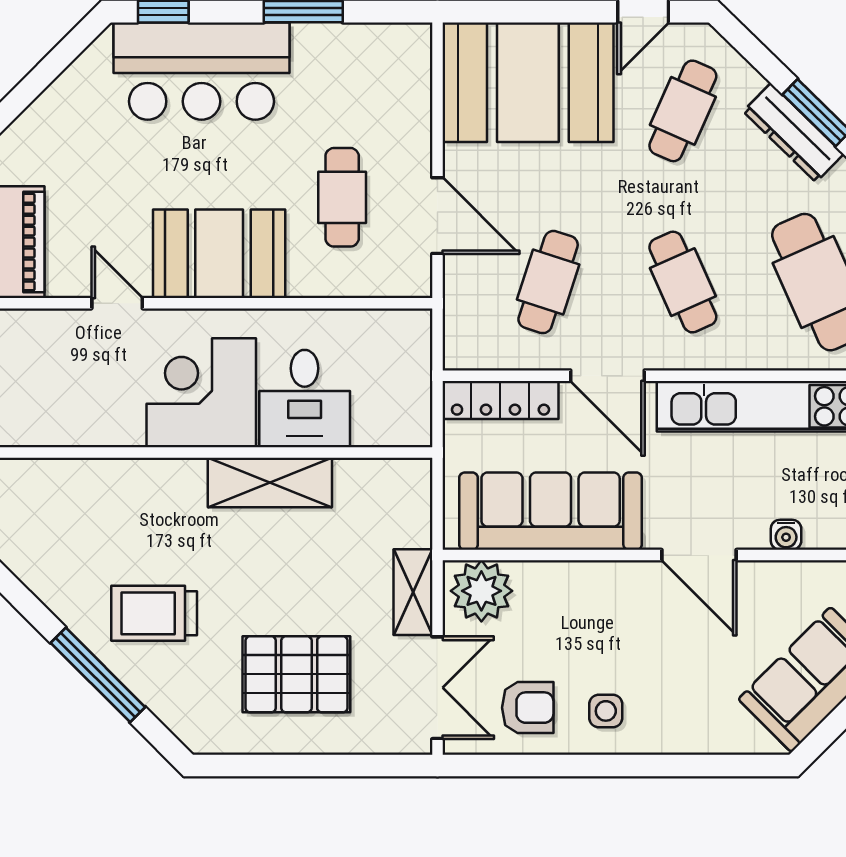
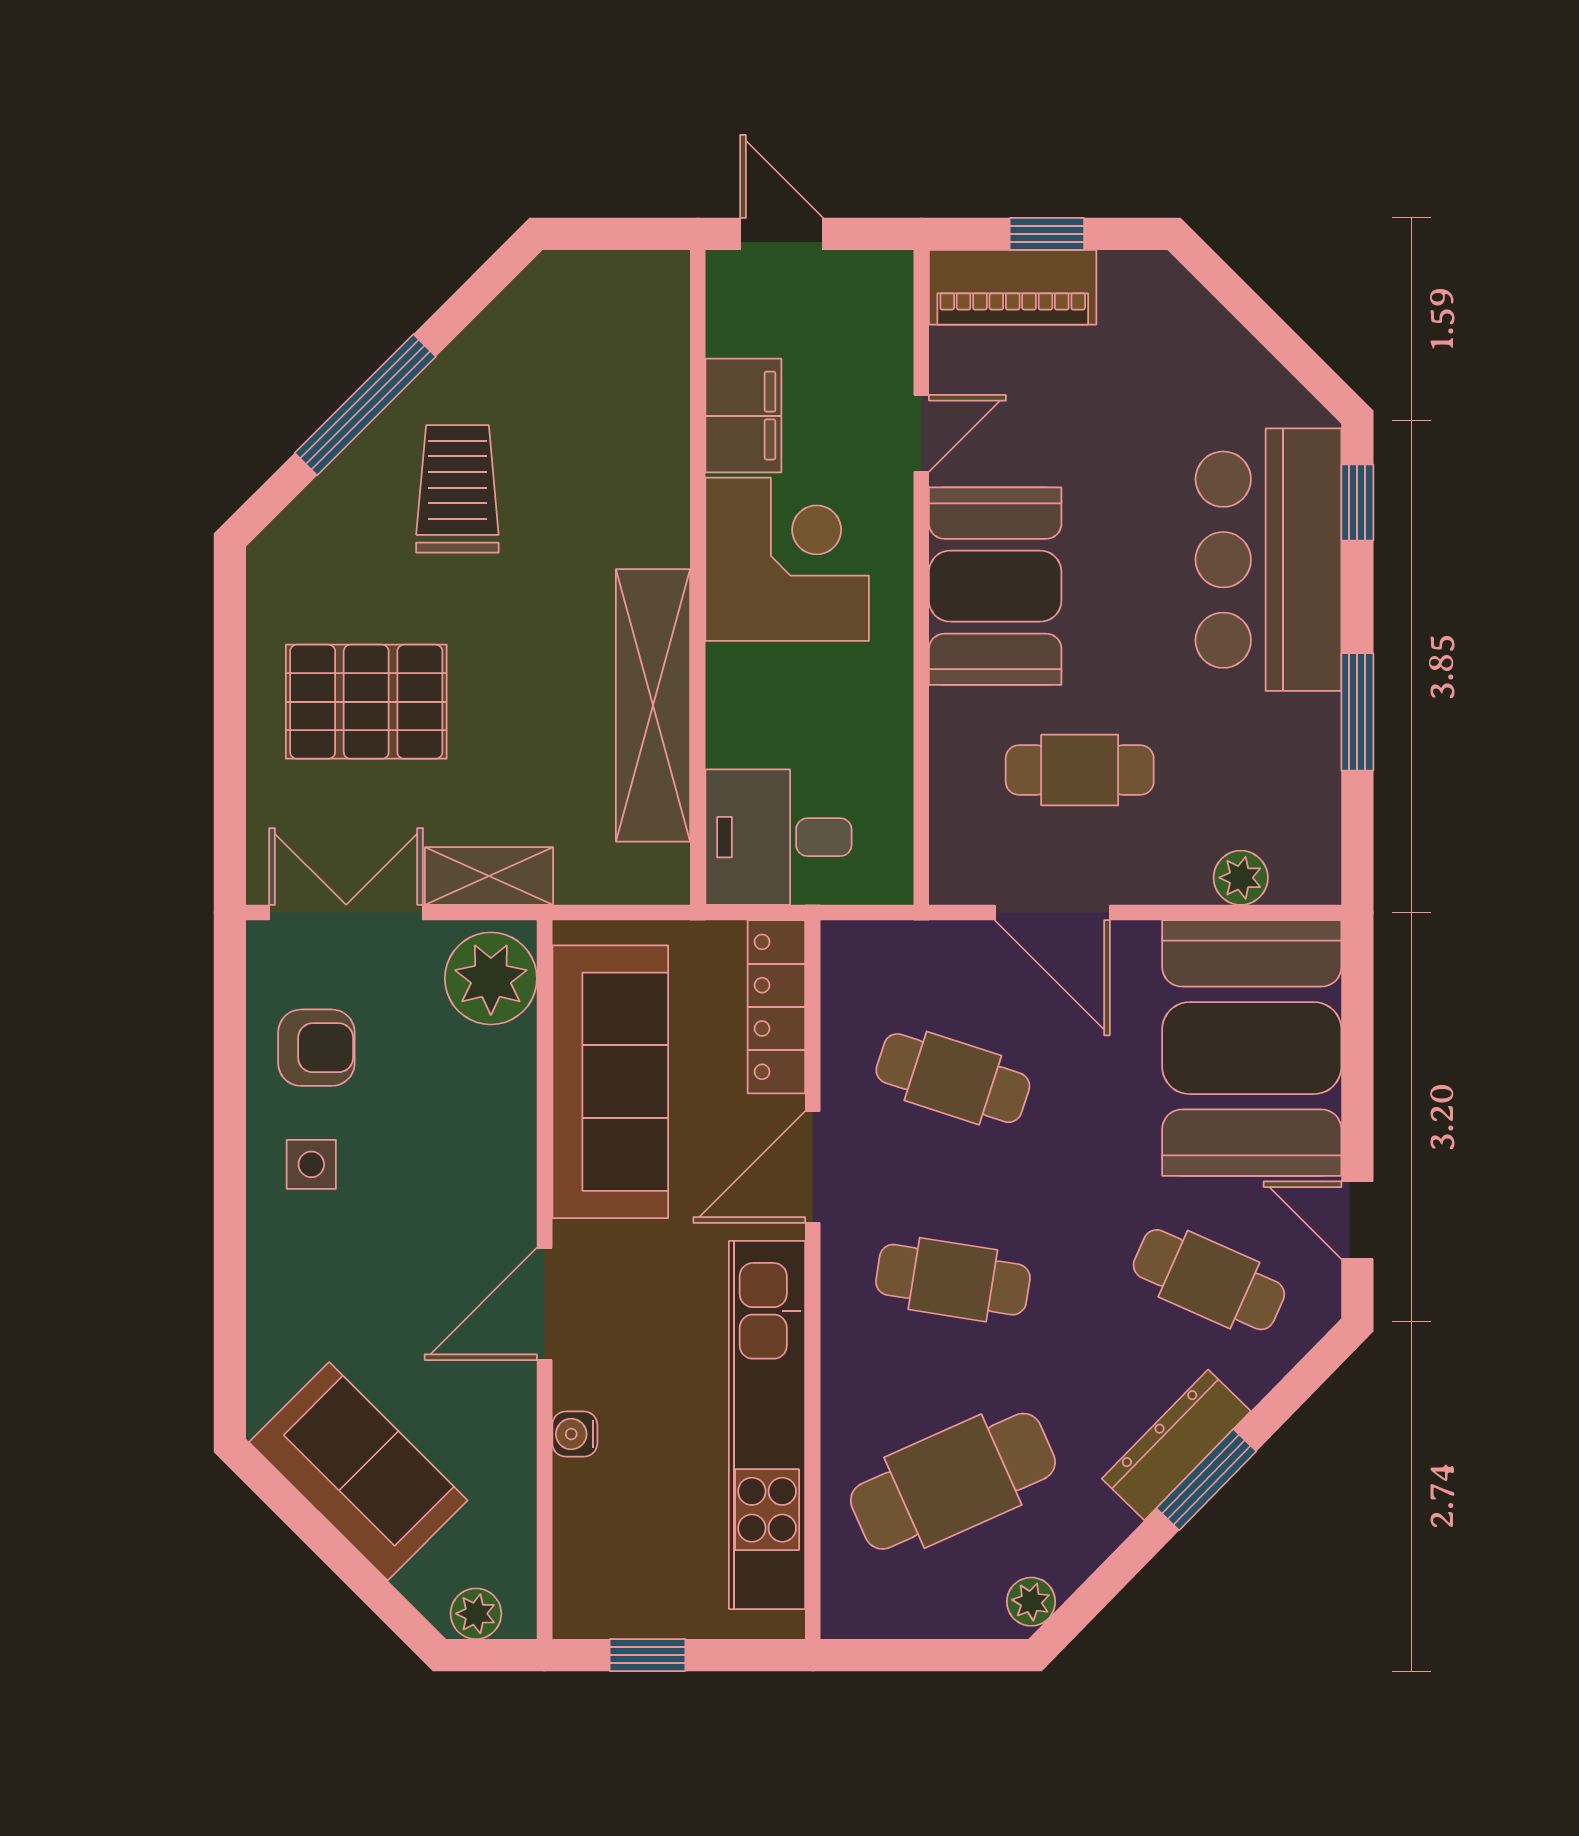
plant: (414, 90) -> (1241, 878), added
door: (437, 216) -> (1052, 913), hinge flipped
cafe table: (683, 282) -> (953, 1280), turned 33
desk: (305, 399) -> (779, 837), moved
filing cabinet: (105, 422) -> (743, 416), added
shelving: (270, 483) -> (653, 705), width x1.47
pallet: (296, 674) -> (366, 702), turned 90
double door: (437, 688) -> (346, 913), swing flipped
armchair: (528, 708) -> (316, 1048), turned -90

